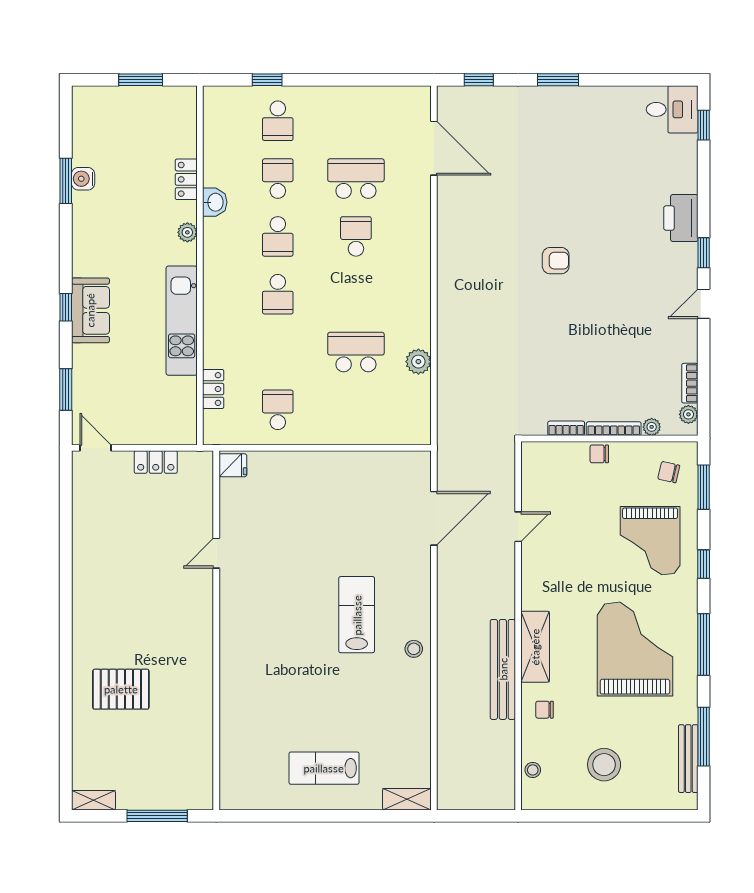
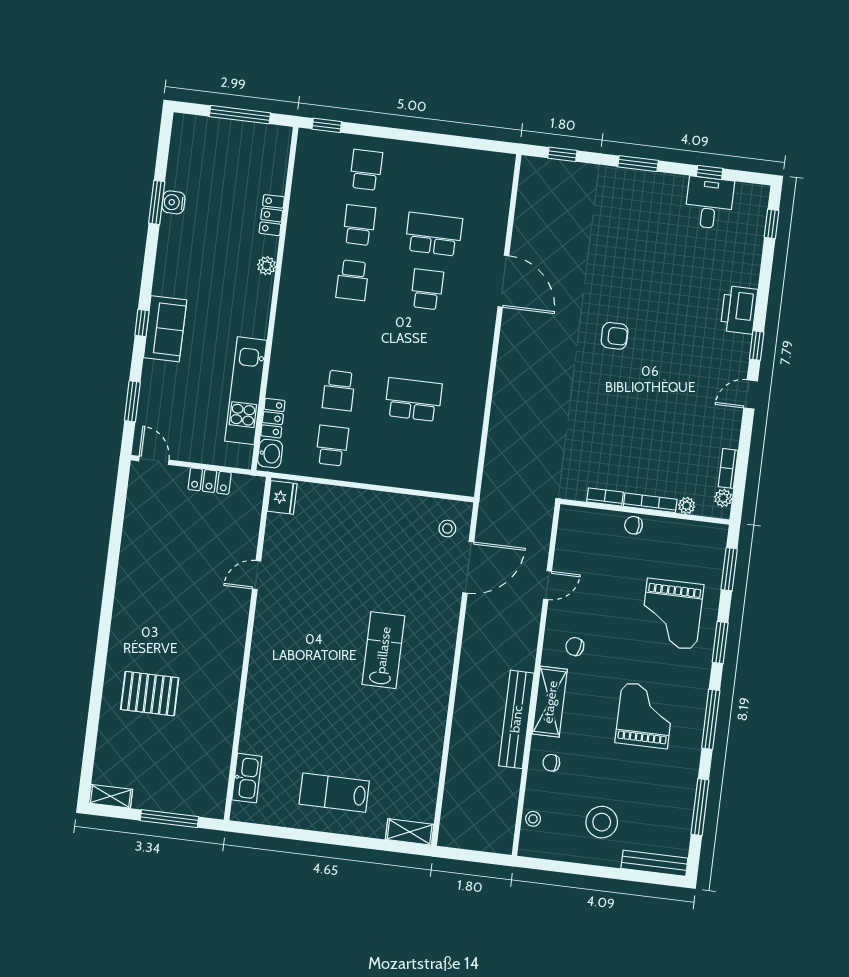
window: (141, 80) -> (240, 115), width x1.44
window: (267, 80) -> (327, 125), moved
window: (633, 80) -> (710, 172), added
desk: (672, 109) -> (709, 203), moved, turned -90
school desk: (278, 121) -> (366, 170), turned 180
door: (434, 148) -> (503, 281), moved
washbasin: (215, 202) -> (270, 454), moved
school desk: (278, 294) -> (339, 390), moved
kitchen unit: (182, 321) -> (246, 391), moved
plant: (418, 362) -> (472, 416), removed
fridge: (233, 465) -> (282, 497), width x1.38
chair: (669, 472) -> (575, 647), moved
window: (704, 564) -> (720, 643), width x1.50
stool: (414, 649) -> (447, 528), moved
grand piano: (635, 649) -> (645, 715), width x0.73, depth x0.68
bench: (688, 759) -> (654, 863), moved, turned 90
kitchen sink: (232, 764) -> (247, 778), added

